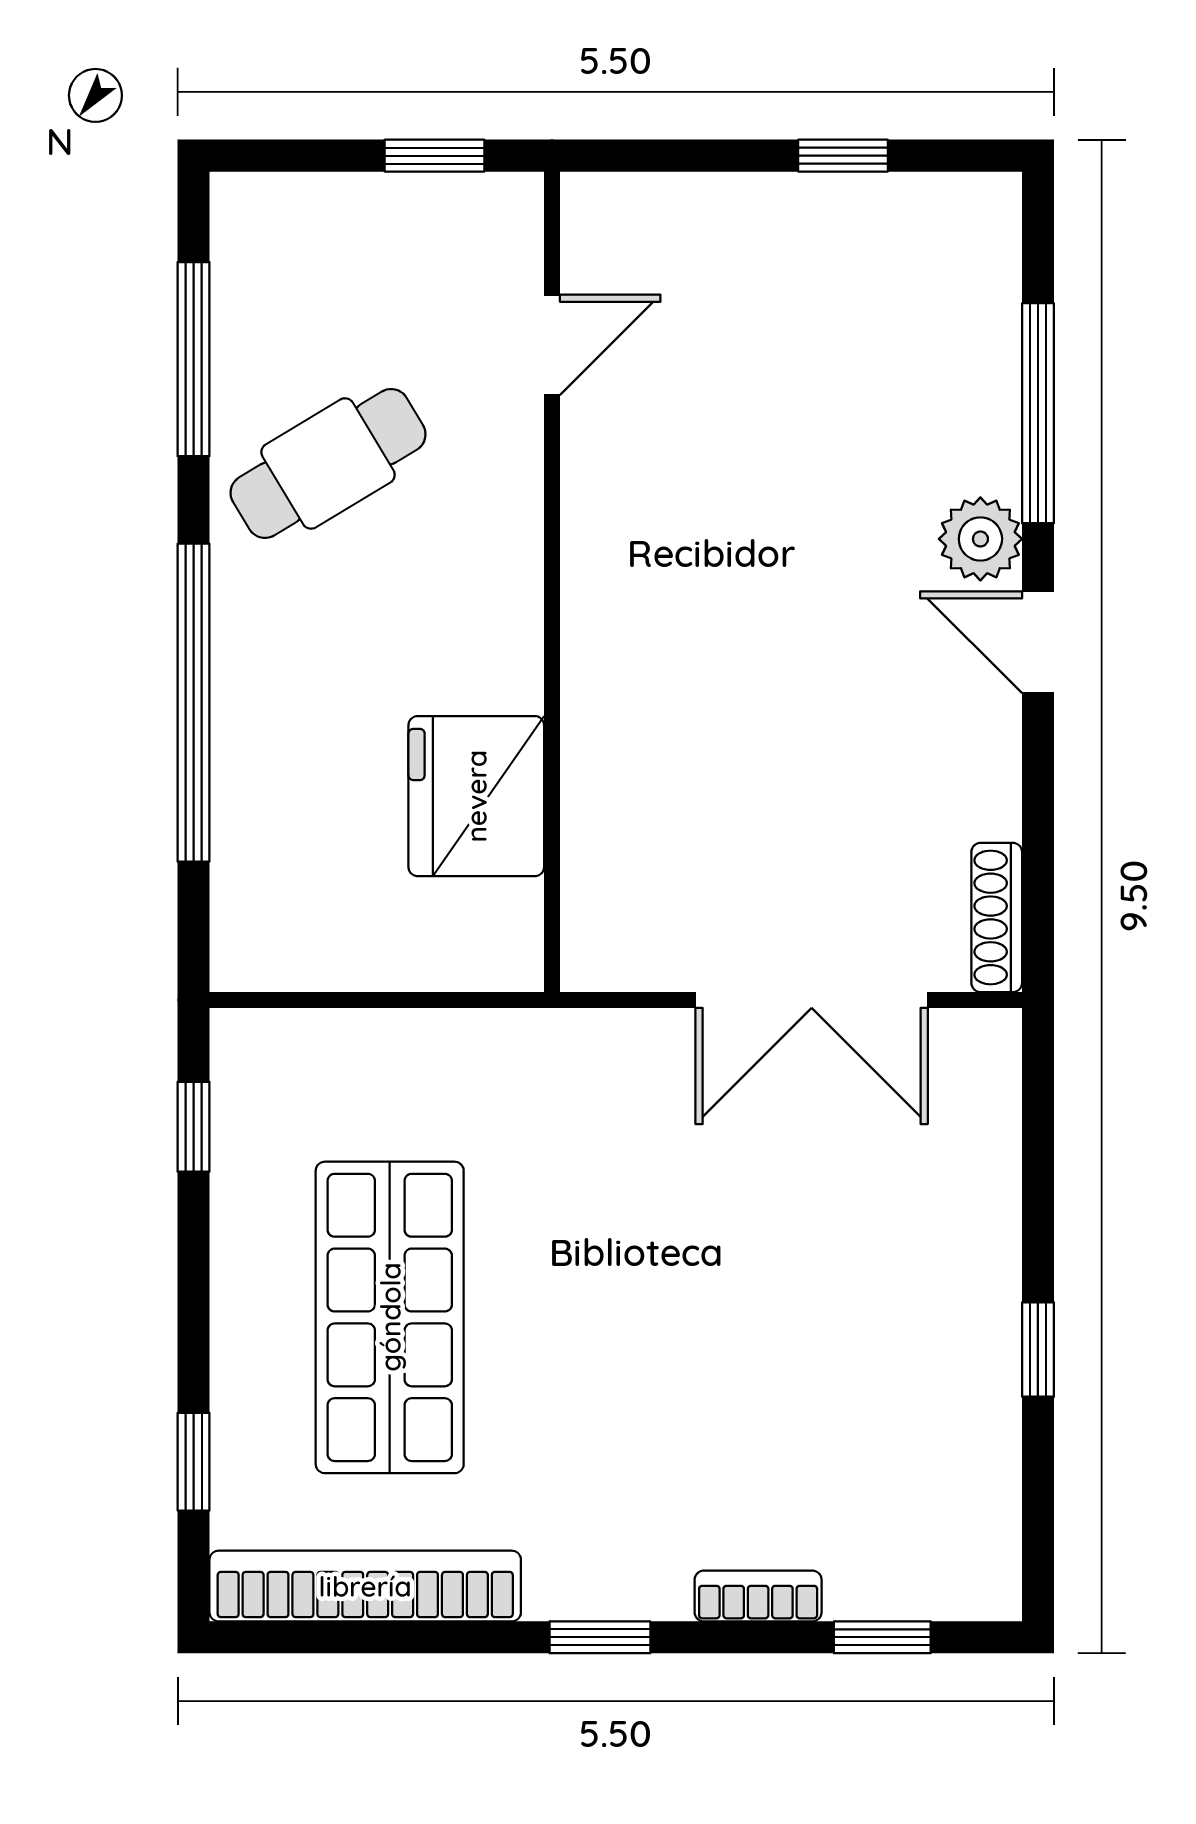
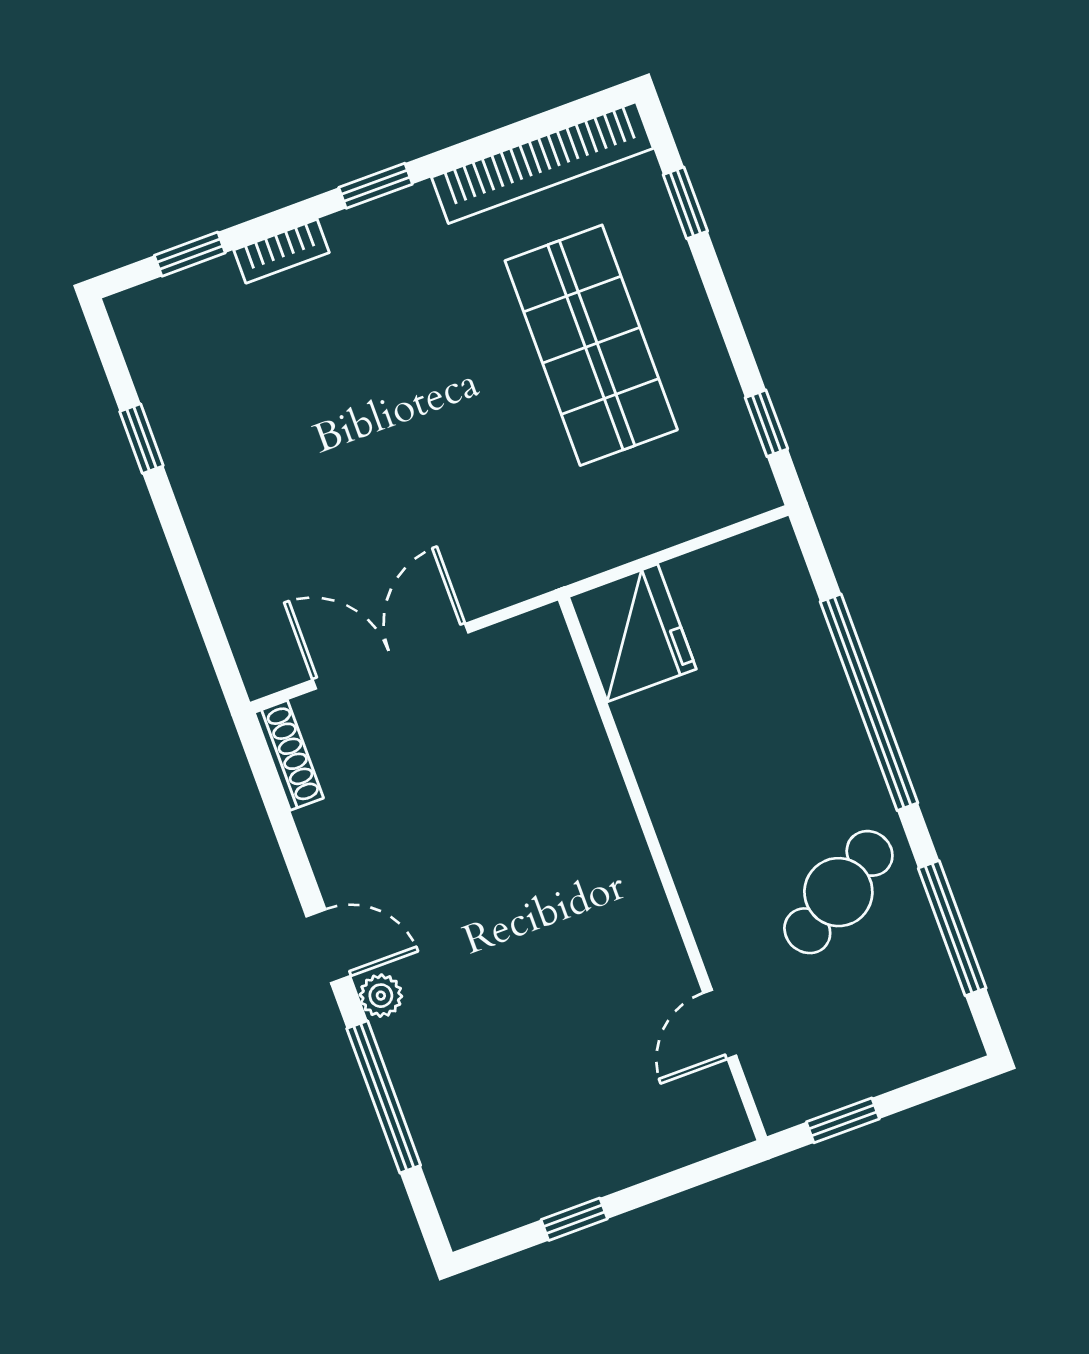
plant: (980, 539) -> (381, 996), width x0.73, depth x0.73
fridge: (476, 796) -> (632, 633), moved
window: (1038, 1349) -> (141, 439), moved

